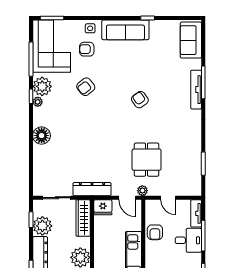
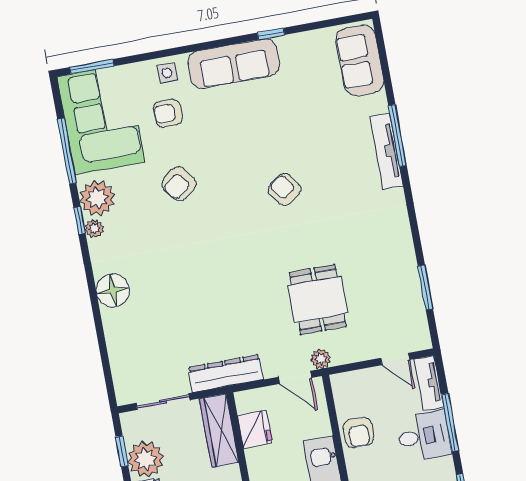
door: (168, 198) -> (395, 359), moved
fridge: (103, 207) -> (255, 429), moved, turned -90

